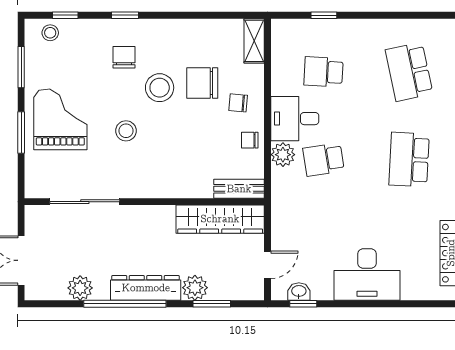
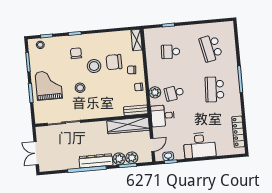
desk: (295, 119) -> (163, 116), moved
plant: (80, 288) -> (132, 158), moved

